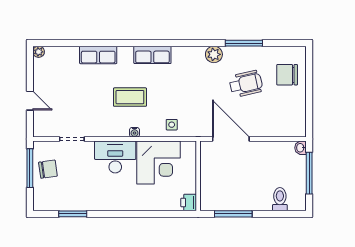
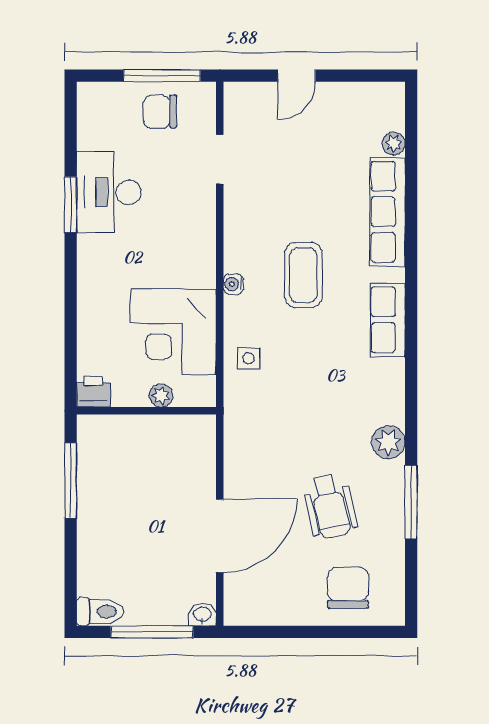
plant: (39, 52) -> (394, 144), moved
row of seats: (98, 55) -> (387, 212), width x1.48
door: (231, 139) -> (220, 536), moved
desk: (115, 157) -> (109, 192), moved, turned 180
chair: (48, 169) -> (160, 112), turned 98
plant: (190, 169) -> (161, 396), added
toilet: (280, 199) -> (100, 612), moved
window: (73, 214) -> (71, 205), moved

